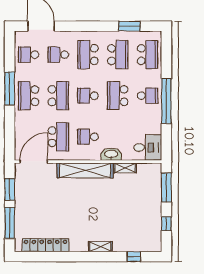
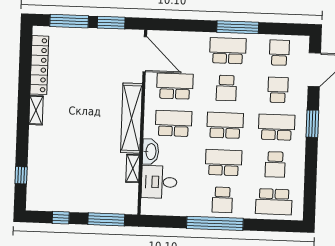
window: (129, 26) -> (312, 124), moved
school desk: (118, 55) -> (275, 164), width x0.54
school desk: (58, 96) -> (226, 88), width x0.54
school desk: (88, 96) -> (225, 125), width x1.85
school desk: (58, 137) -> (175, 86), turned 180
school desk: (88, 137) -> (173, 123), width x1.85
desk: (148, 148) -> (159, 182), moved, turned 90
shelving: (100, 247) -> (36, 110), moved

